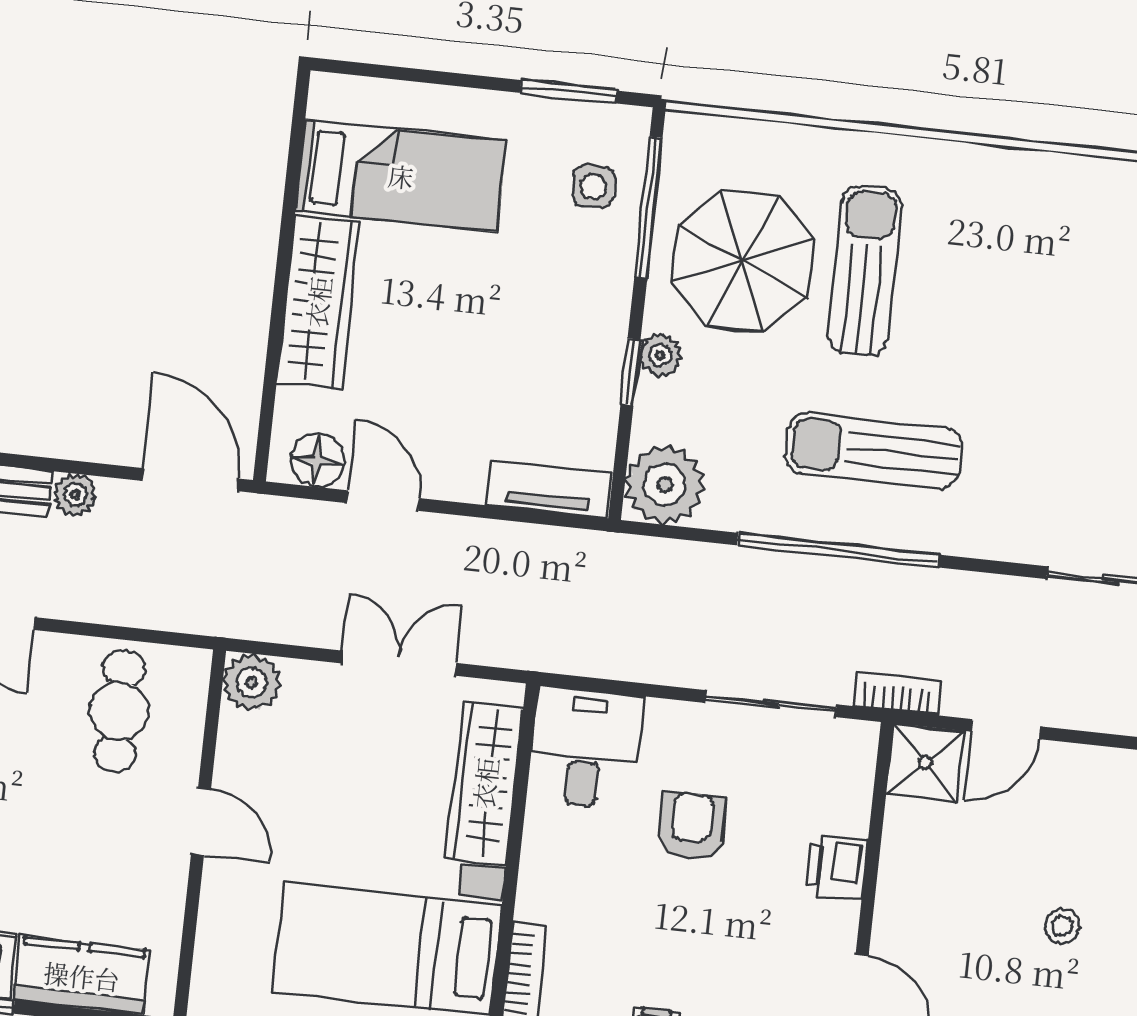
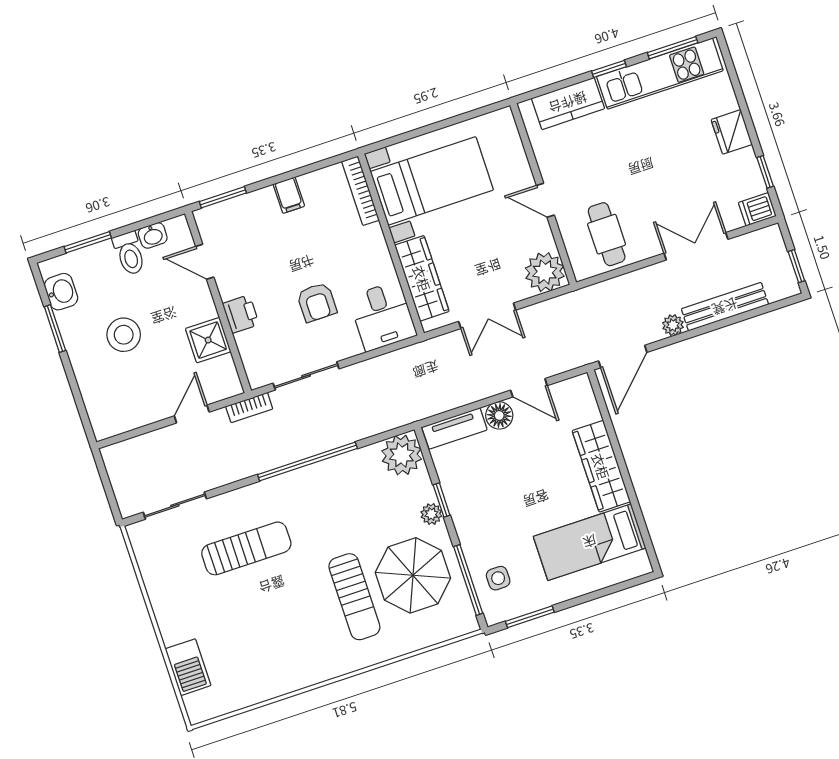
sun lounger: (874, 451) -> (246, 548), moved
floor lamp: (317, 460) -> (499, 415), moved
door: (190, 480) -> (623, 357), hinge flipped
plant: (251, 682) -> (545, 272), width x1.36, depth x1.36
shower: (925, 763) -> (208, 340), moved
stool: (1062, 926) -> (124, 335), width x1.89, depth x1.89

